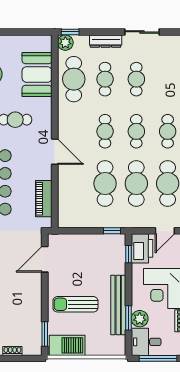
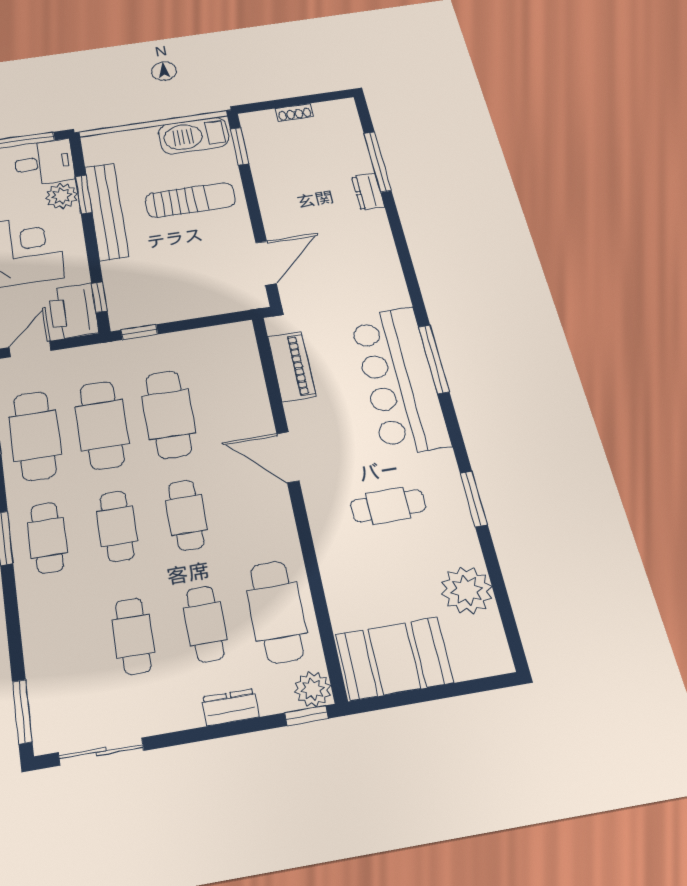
sliding door: (142, 32) -> (101, 752), moved
dresser: (106, 41) -> (230, 707), width x0.70
booth: (37, 75) -> (394, 658), moved, turned 90

